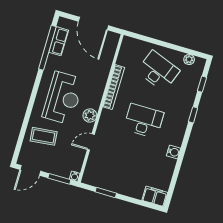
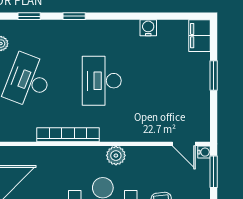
door: (91, 142) -> (184, 144), moved
water cooler: (174, 152) -> (148, 28), moved
window: (106, 192) -> (214, 76), moved

